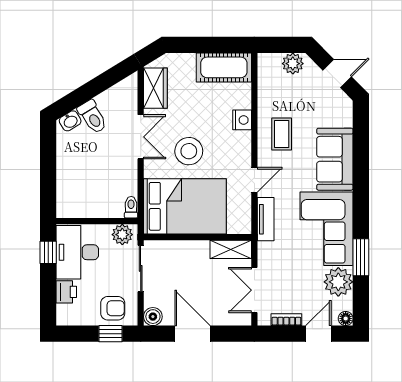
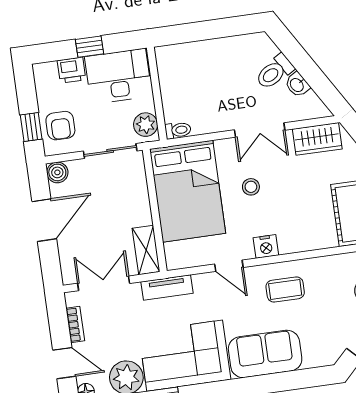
nightstand: (242, 120) -> (266, 246), moved
washbasin: (70, 121) -> (297, 85), moved
stool: (189, 151) -> (251, 187), width x0.53, depth x0.53
tv unit: (266, 219) -> (167, 287), moved
window: (48, 252) -> (89, 47), moved

